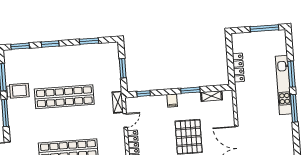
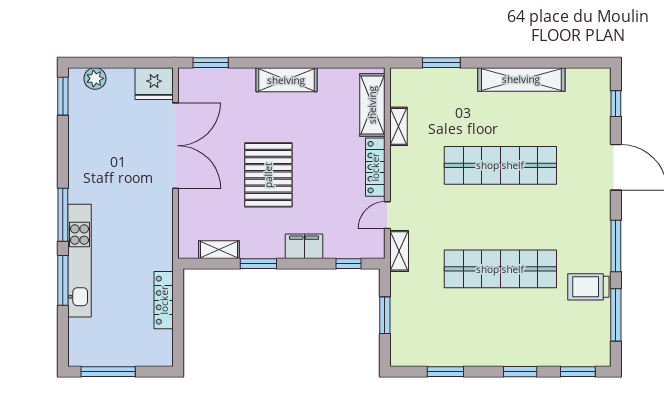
filing cabinet: (172, 101) -> (304, 246), width x2.00

